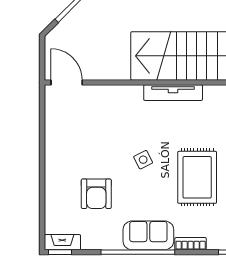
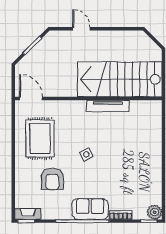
rug: (197, 177) -> (40, 138), moved

